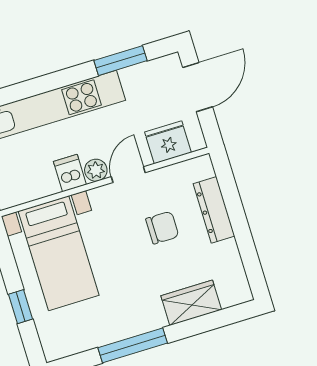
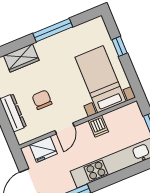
plant: (96, 170) -> (84, 129), removed
chair: (162, 228) -> (42, 100), turned 90

